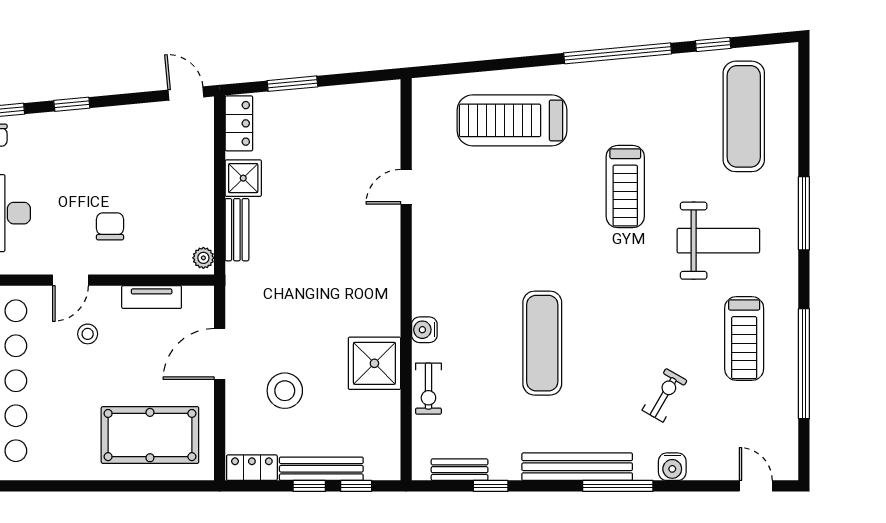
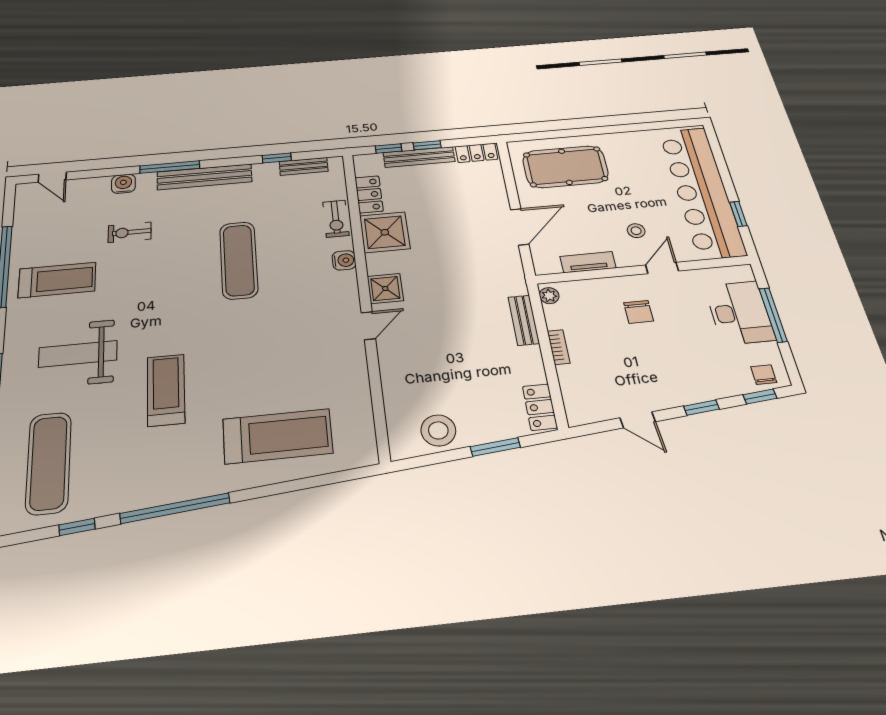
door: (186, 94) -> (638, 420), moved
shower: (243, 178) -> (385, 289), moved
door: (406, 187) -> (368, 326), moved
bookcase: (206, 192) -> (559, 347), added
treadmill: (744, 338) -> (57, 280), turned 90
exercise bike: (428, 389) -> (336, 219), turned 180
stool: (285, 391) -> (438, 430), moved
exercise bike: (665, 395) -> (130, 232), turned 60
locker: (387, 419) -> (369, 194), added

